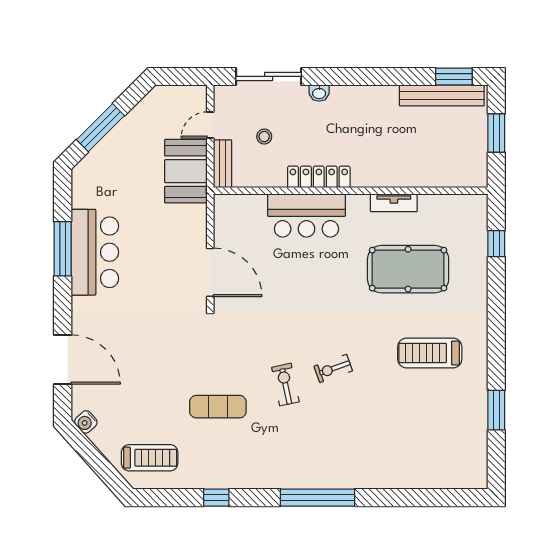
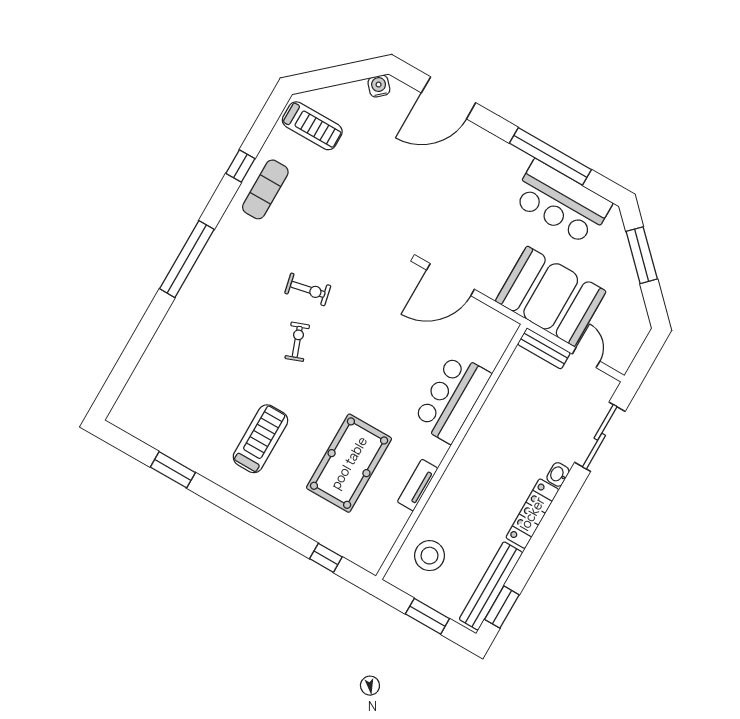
stool: (264, 137) -> (430, 556), moved, width x1.89, depth x1.89
booth: (186, 171) -> (551, 296), width x1.36, depth x1.42
locker: (319, 177) -> (532, 514), moved, turned 180
window: (63, 249) -> (550, 156), width x1.46
bar counter: (95, 252) -> (562, 202), moved
exercise mat: (218, 407) -> (265, 189), moved
treadmill: (150, 458) -> (312, 126), turned -90

